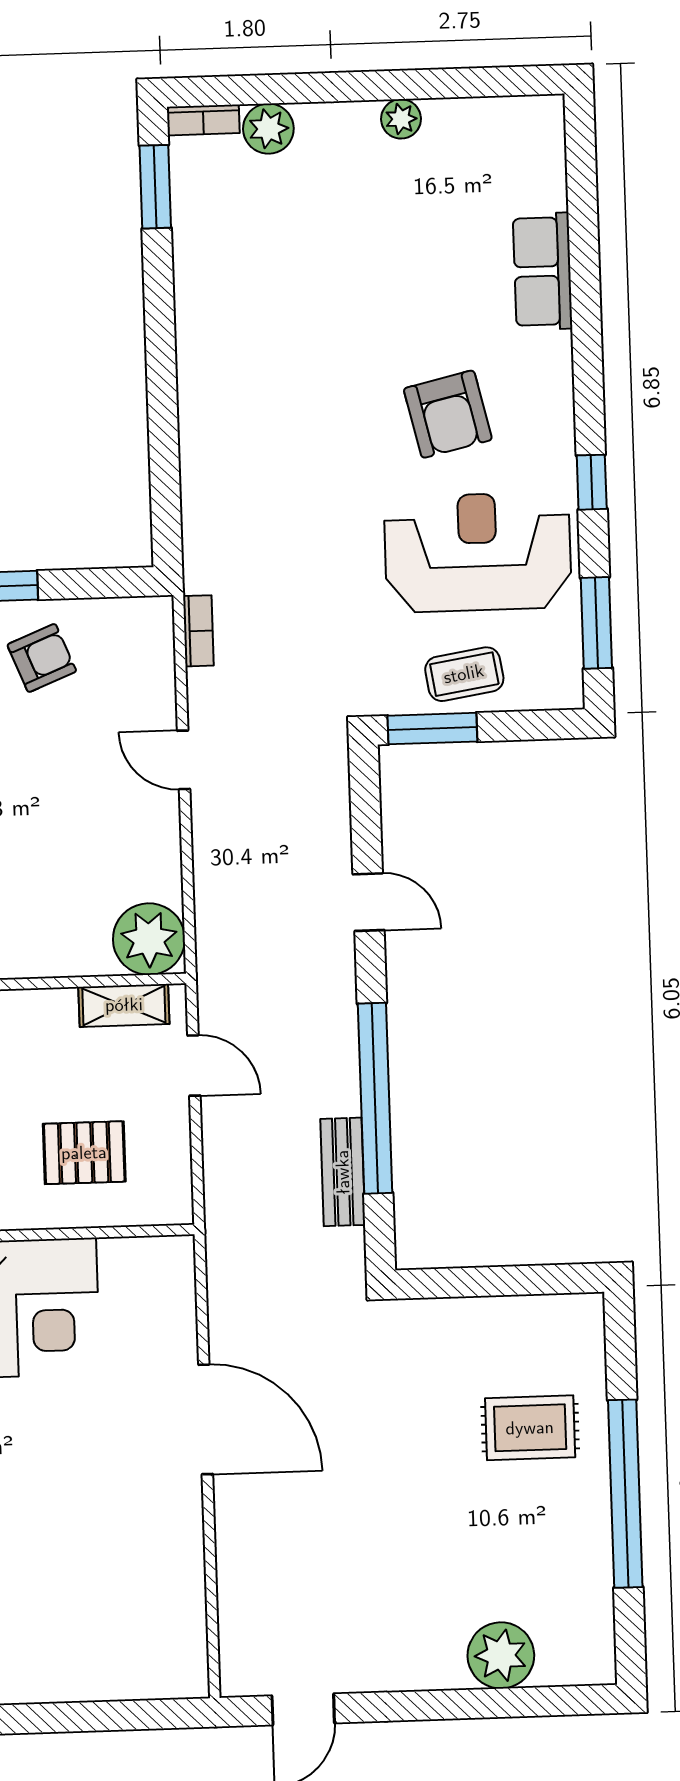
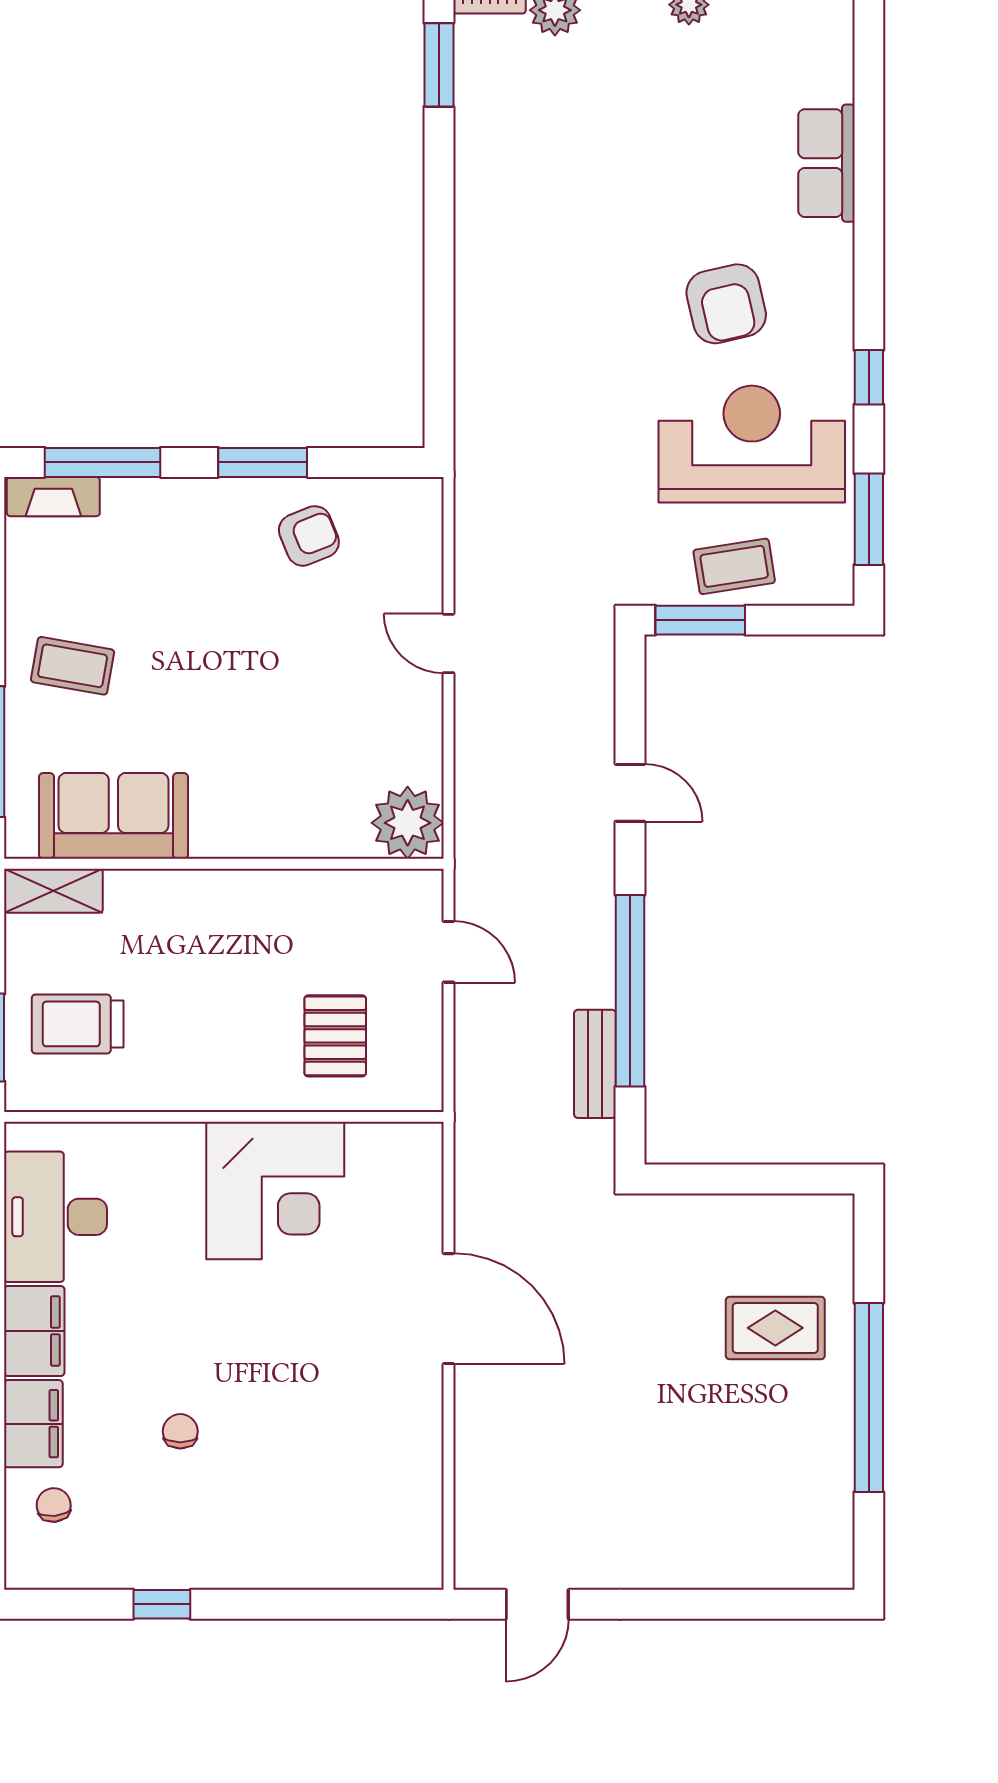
bookcase: (198, 631) -> (468, 514), removed
shelving: (124, 1005) -> (380, 889), removed
pallet: (84, 1153) -> (335, 1036), turned 90
plant: (501, 1655) -> (738, 1556), removed

